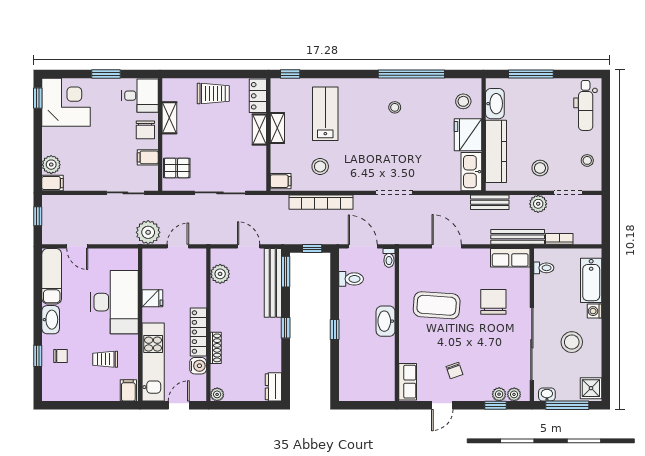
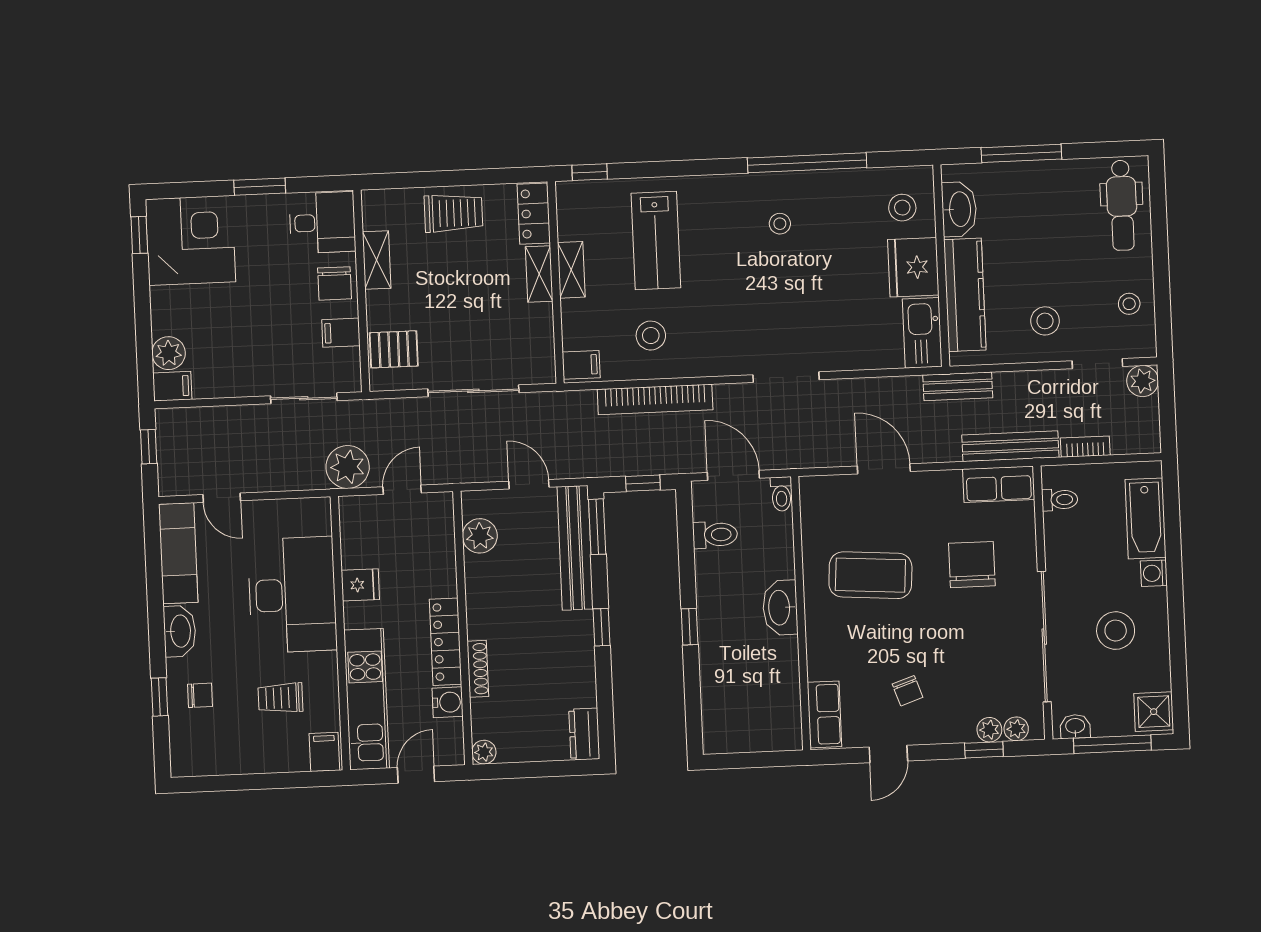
lab bench: (325, 114) -> (656, 241), turned 180
plant: (538, 204) -> (1143, 381), moved

